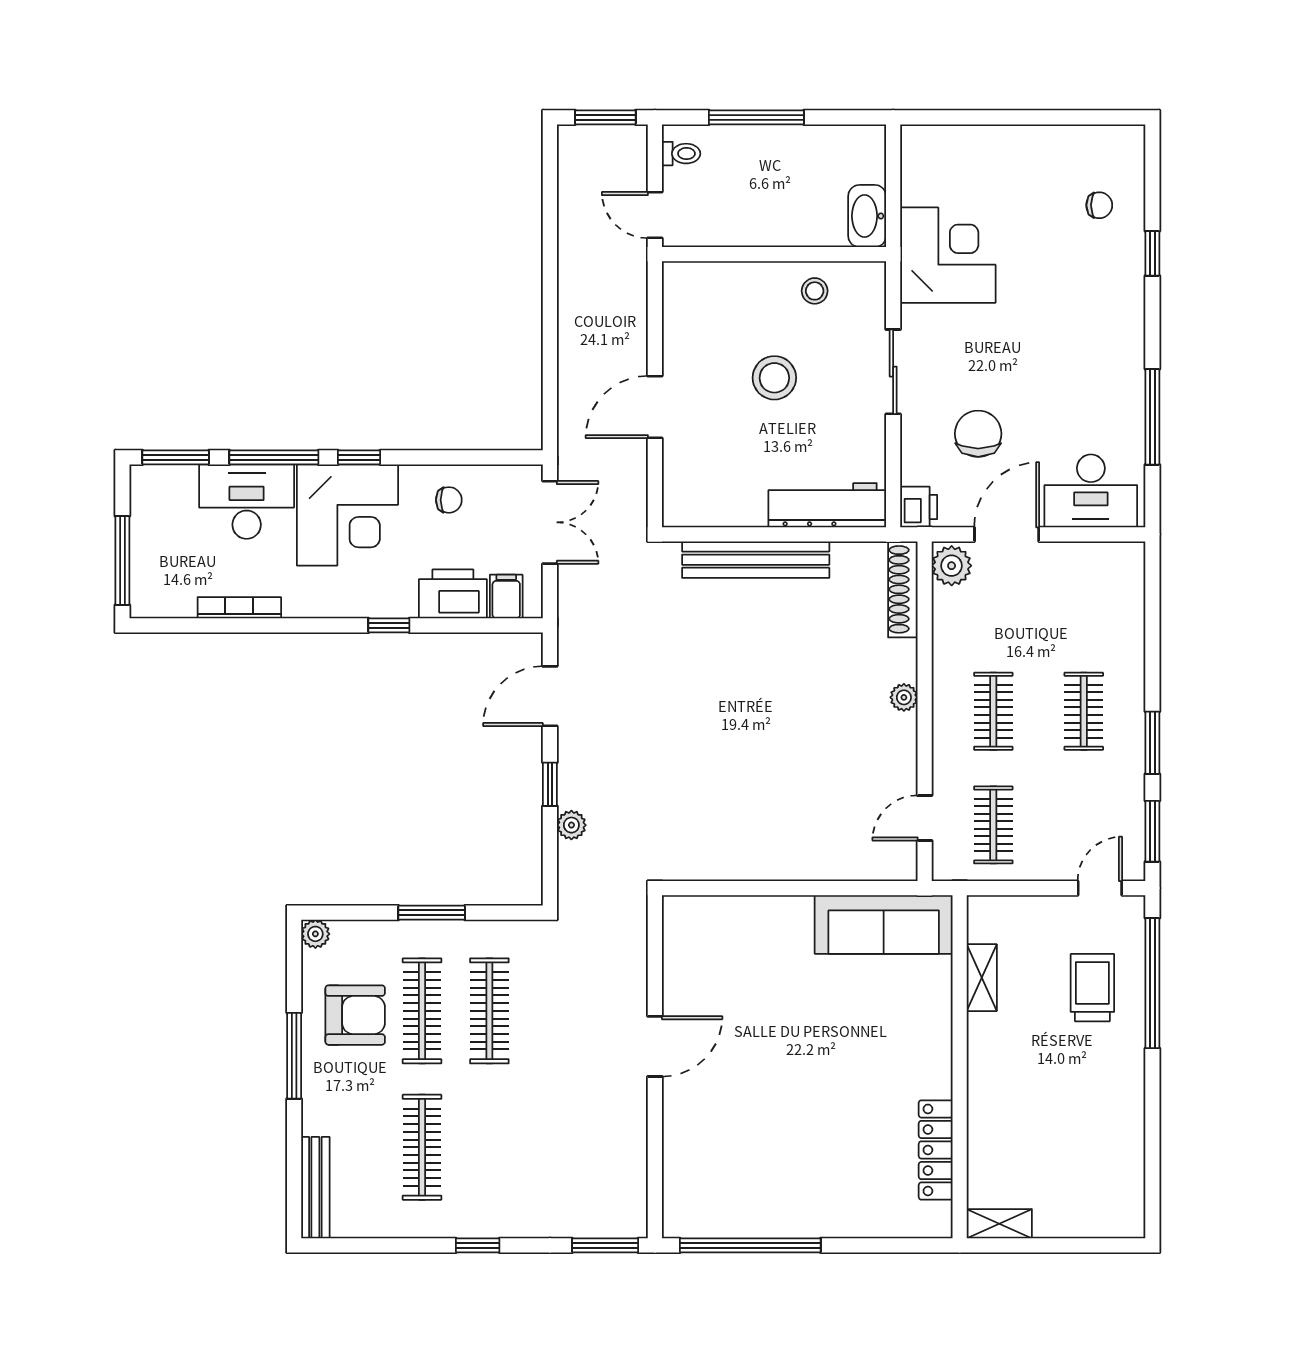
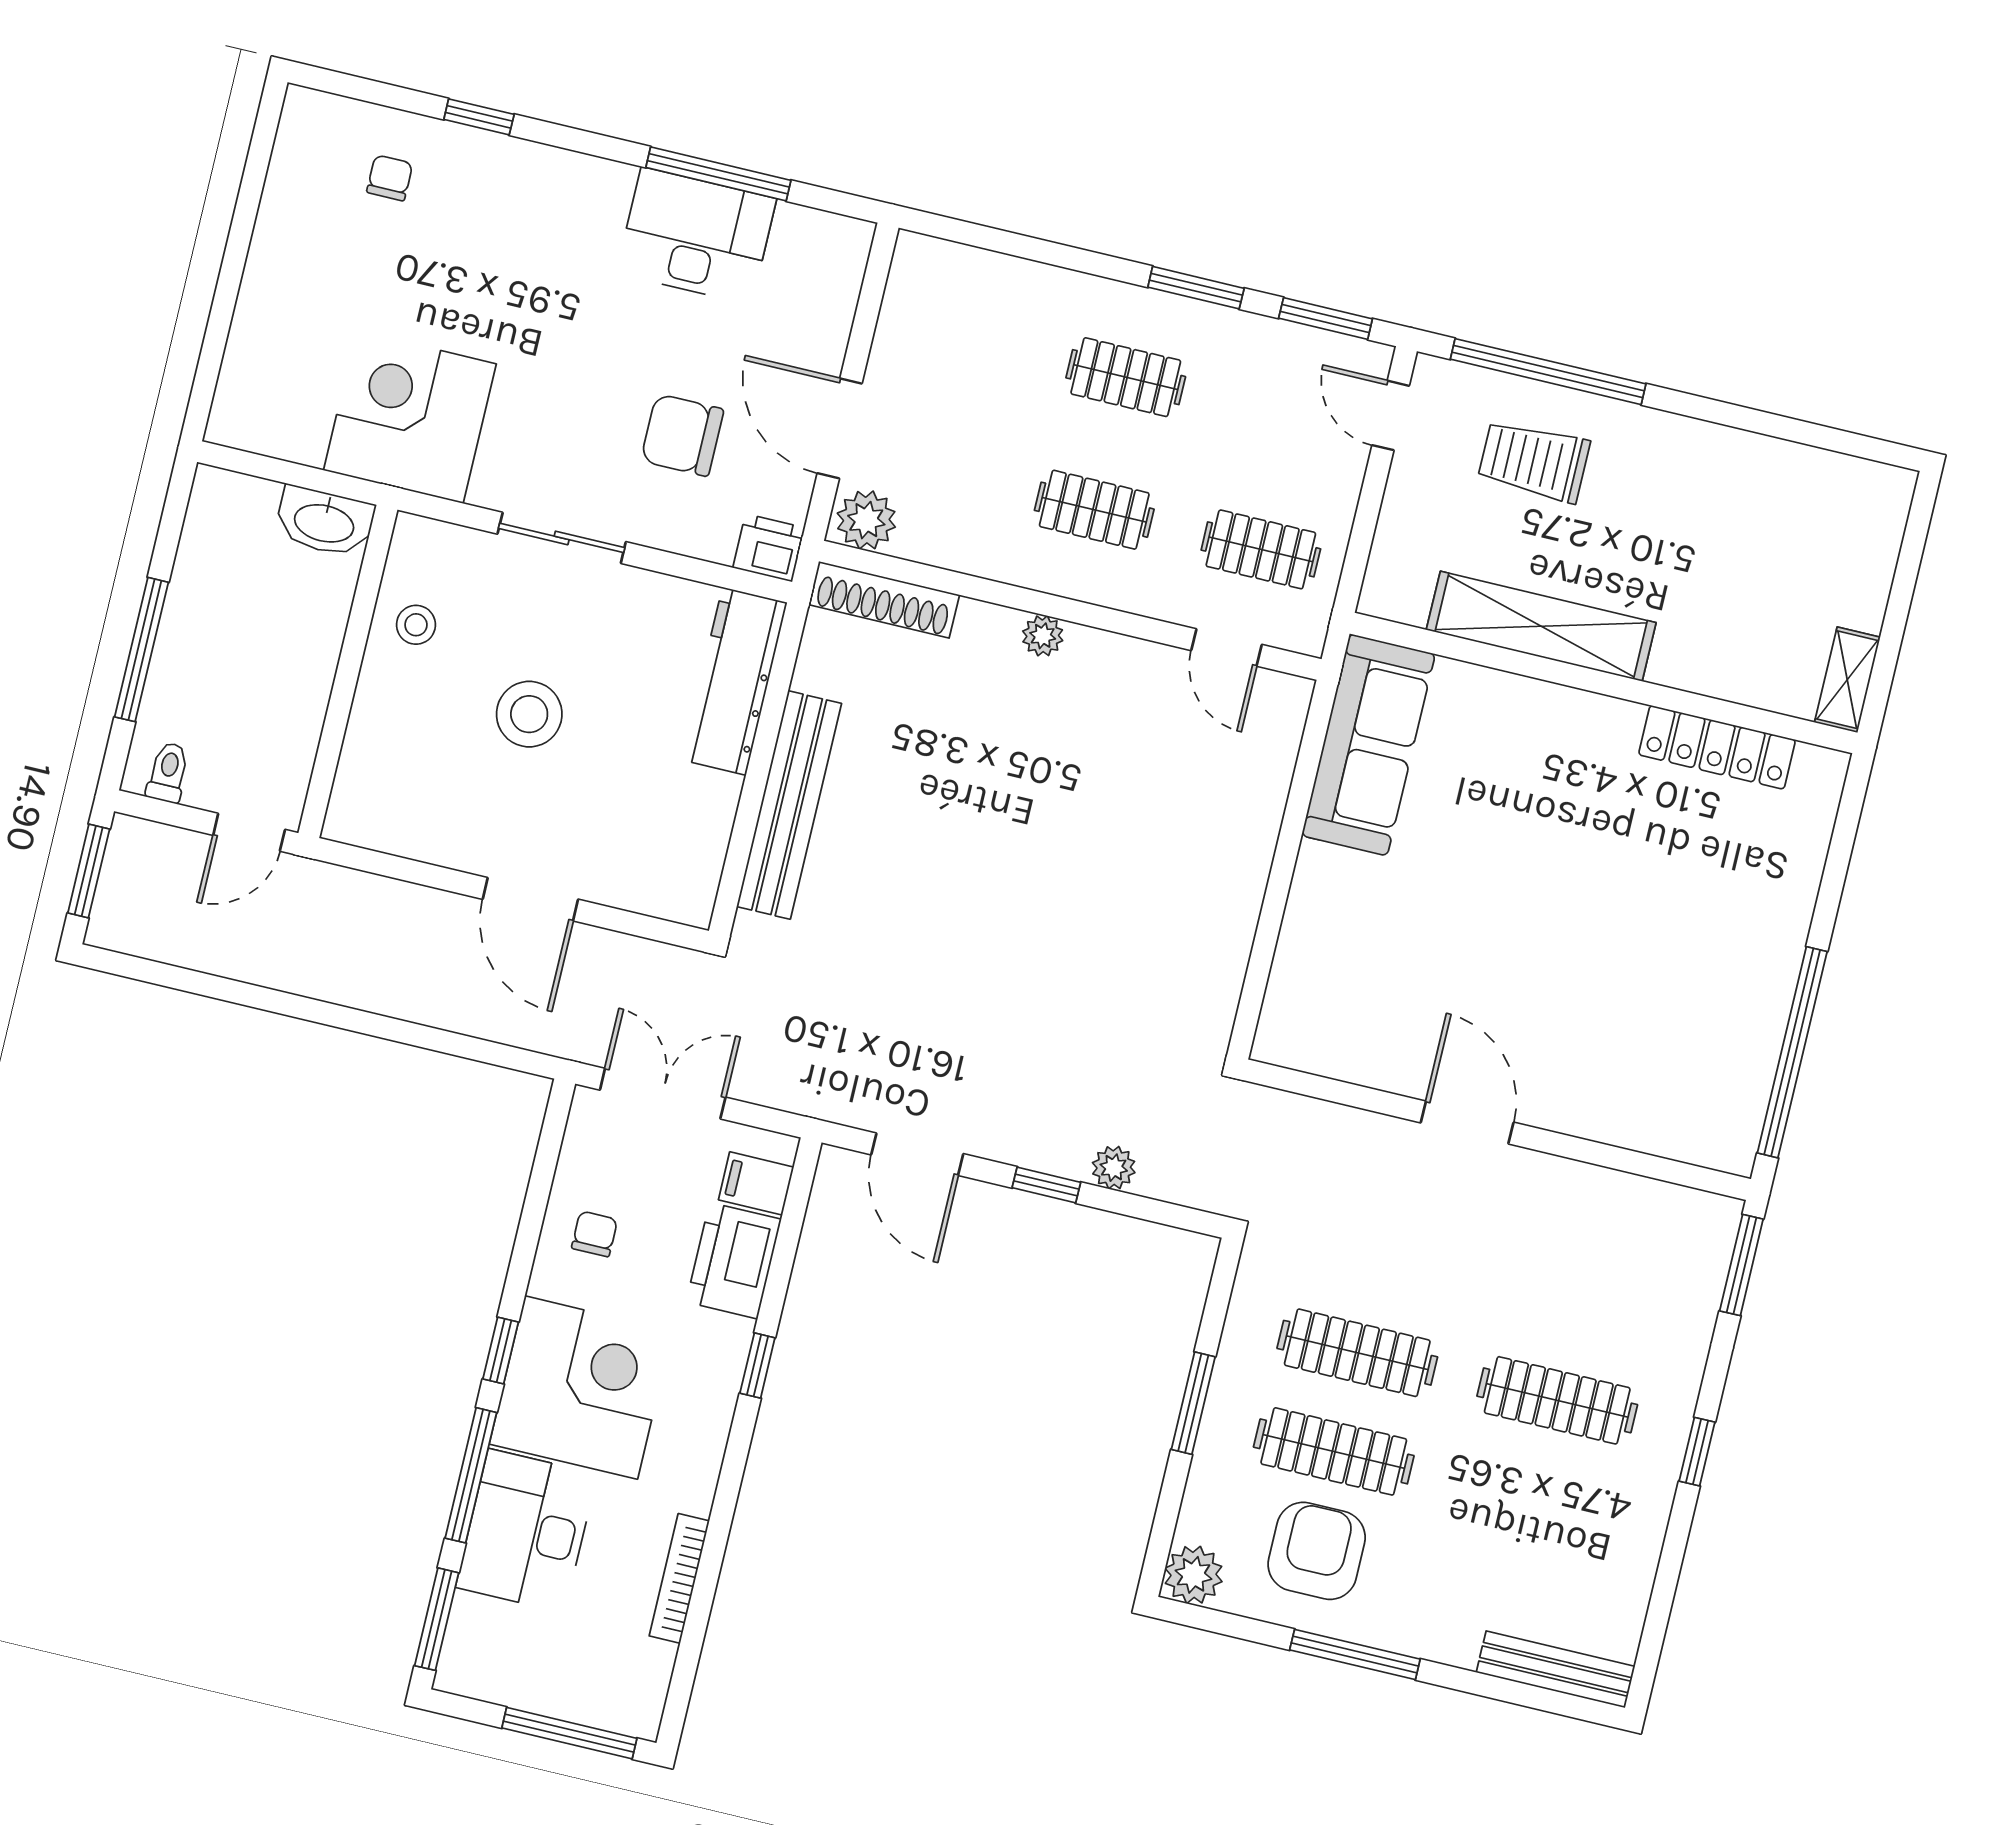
desk: (1091, 491) -> (696, 236), moved, turned -90
plant: (315, 934) -> (1194, 1575), width x1.38, depth x1.38
shelving: (982, 978) -> (1541, 626), width x2.20, depth x1.33
clothes rail: (422, 1147) -> (1557, 1400), moved

